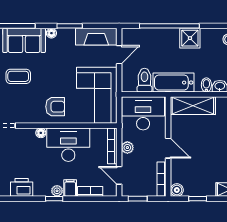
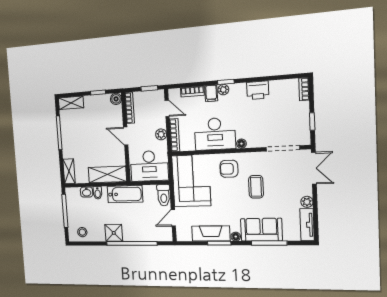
fireplace: (96, 37) -> (211, 234), moved
coffee table: (18, 76) -> (256, 187), moved, turned 90
toilet: (144, 80) -> (164, 195), moved

